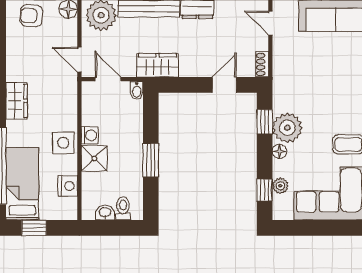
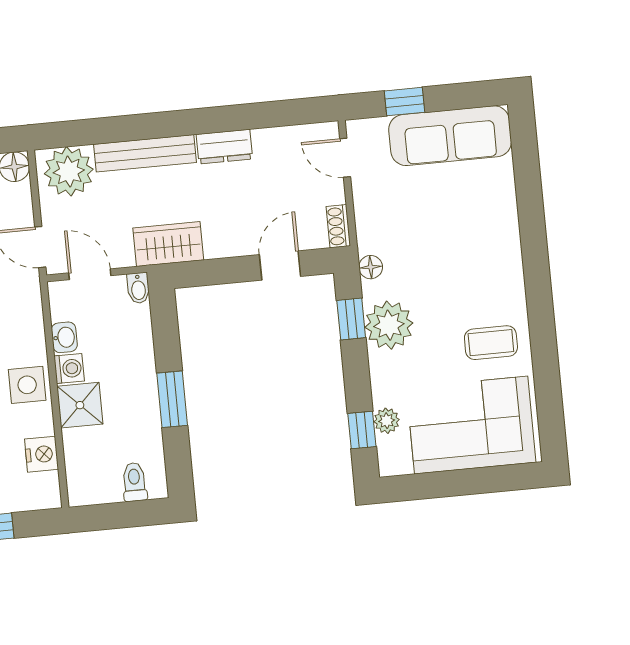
floor lamp: (280, 151) -> (371, 267), moved
washbasin: (105, 213) -> (64, 337), moved, turned 90

